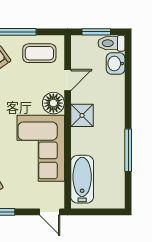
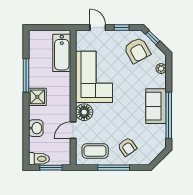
washbasin: (116, 64) -> (36, 128), moved
shower: (82, 115) -> (37, 97), moved
door: (50, 212) -> (98, 27), moved

